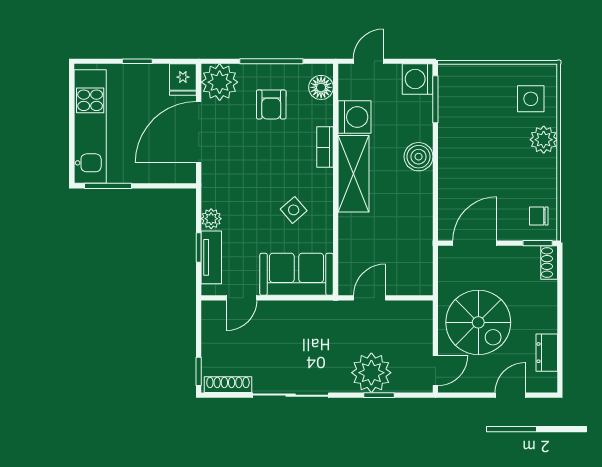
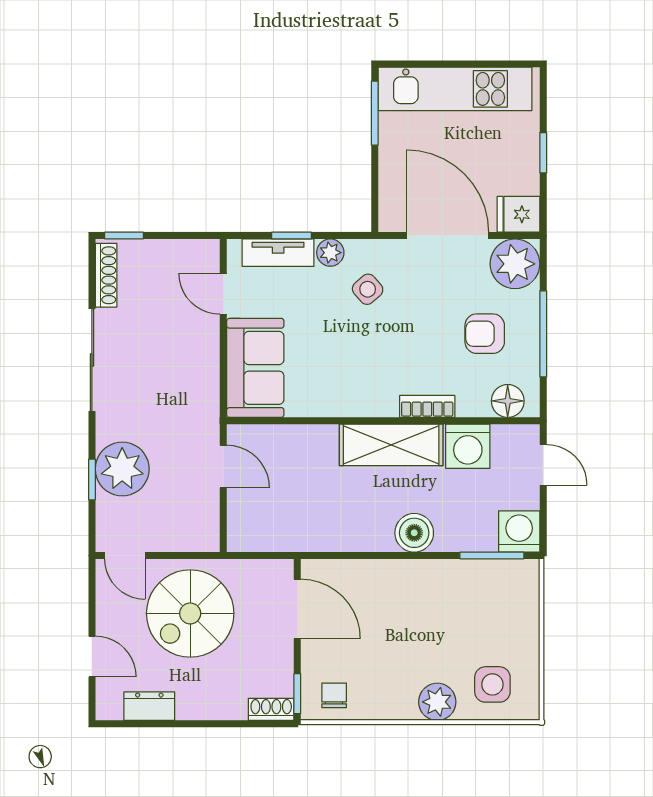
side table: (294, 210) -> (368, 289), moved

